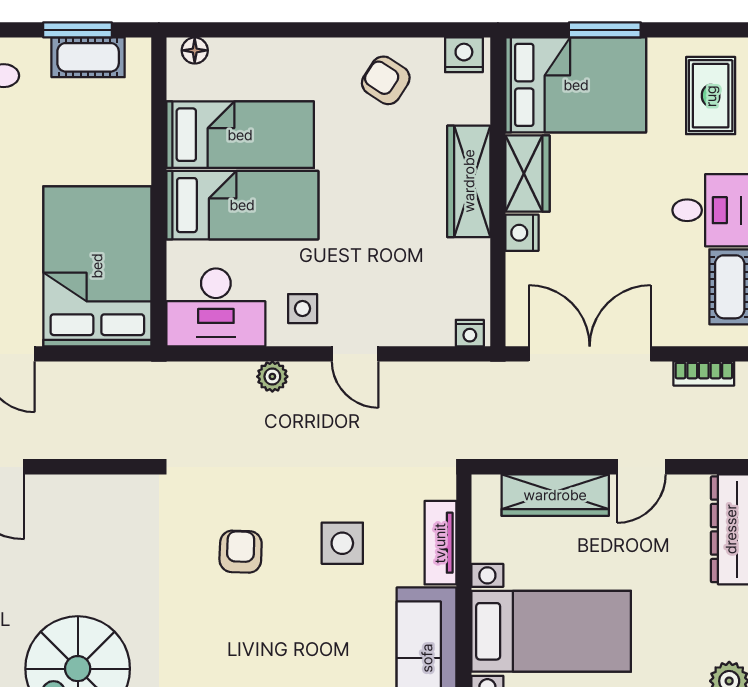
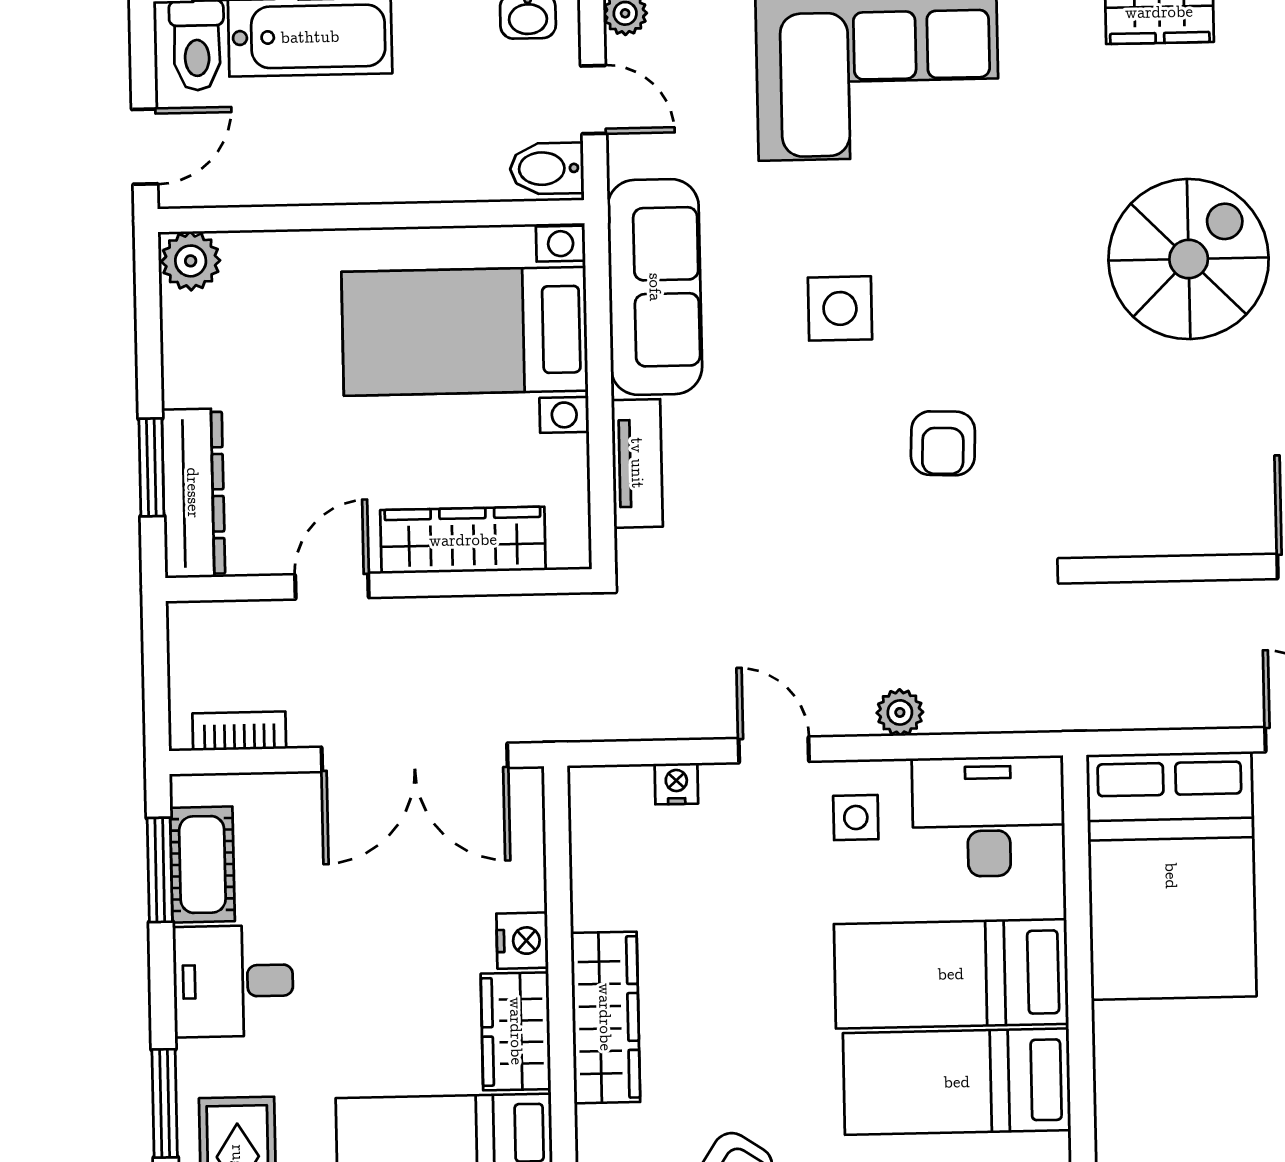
nightstand: (470, 333) -> (676, 784), moved
side table: (342, 543) -> (840, 308), moved

